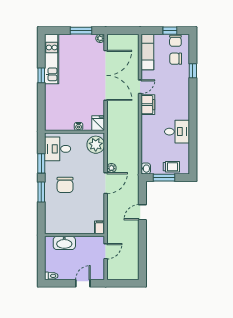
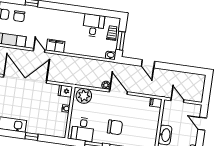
window: (41, 75) -> (31, 136), moved
desk: (177, 132) -> (93, 25), moved

